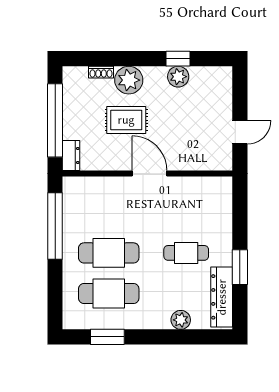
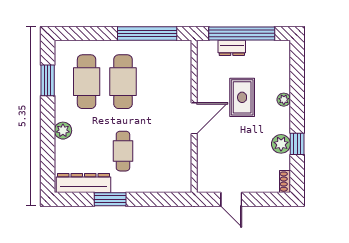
shoe rack: (101, 72) -> (285, 182), moved
plant: (129, 80) -> (284, 100), width x0.53, depth x0.53
dresser: (71, 156) -> (232, 48), moved
plant: (181, 320) -> (63, 131), moved

